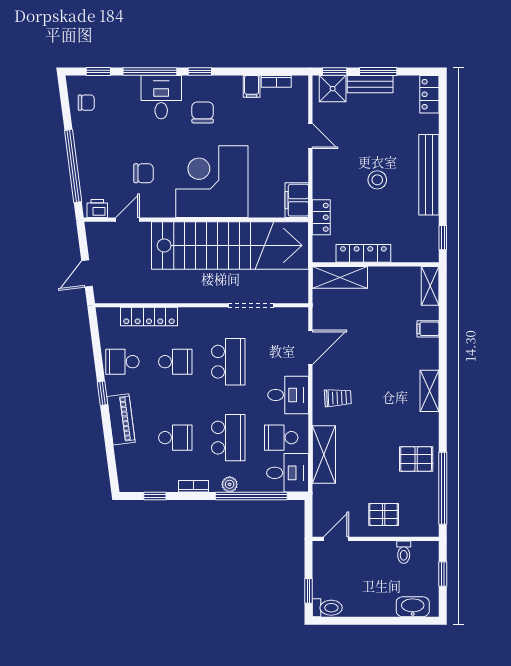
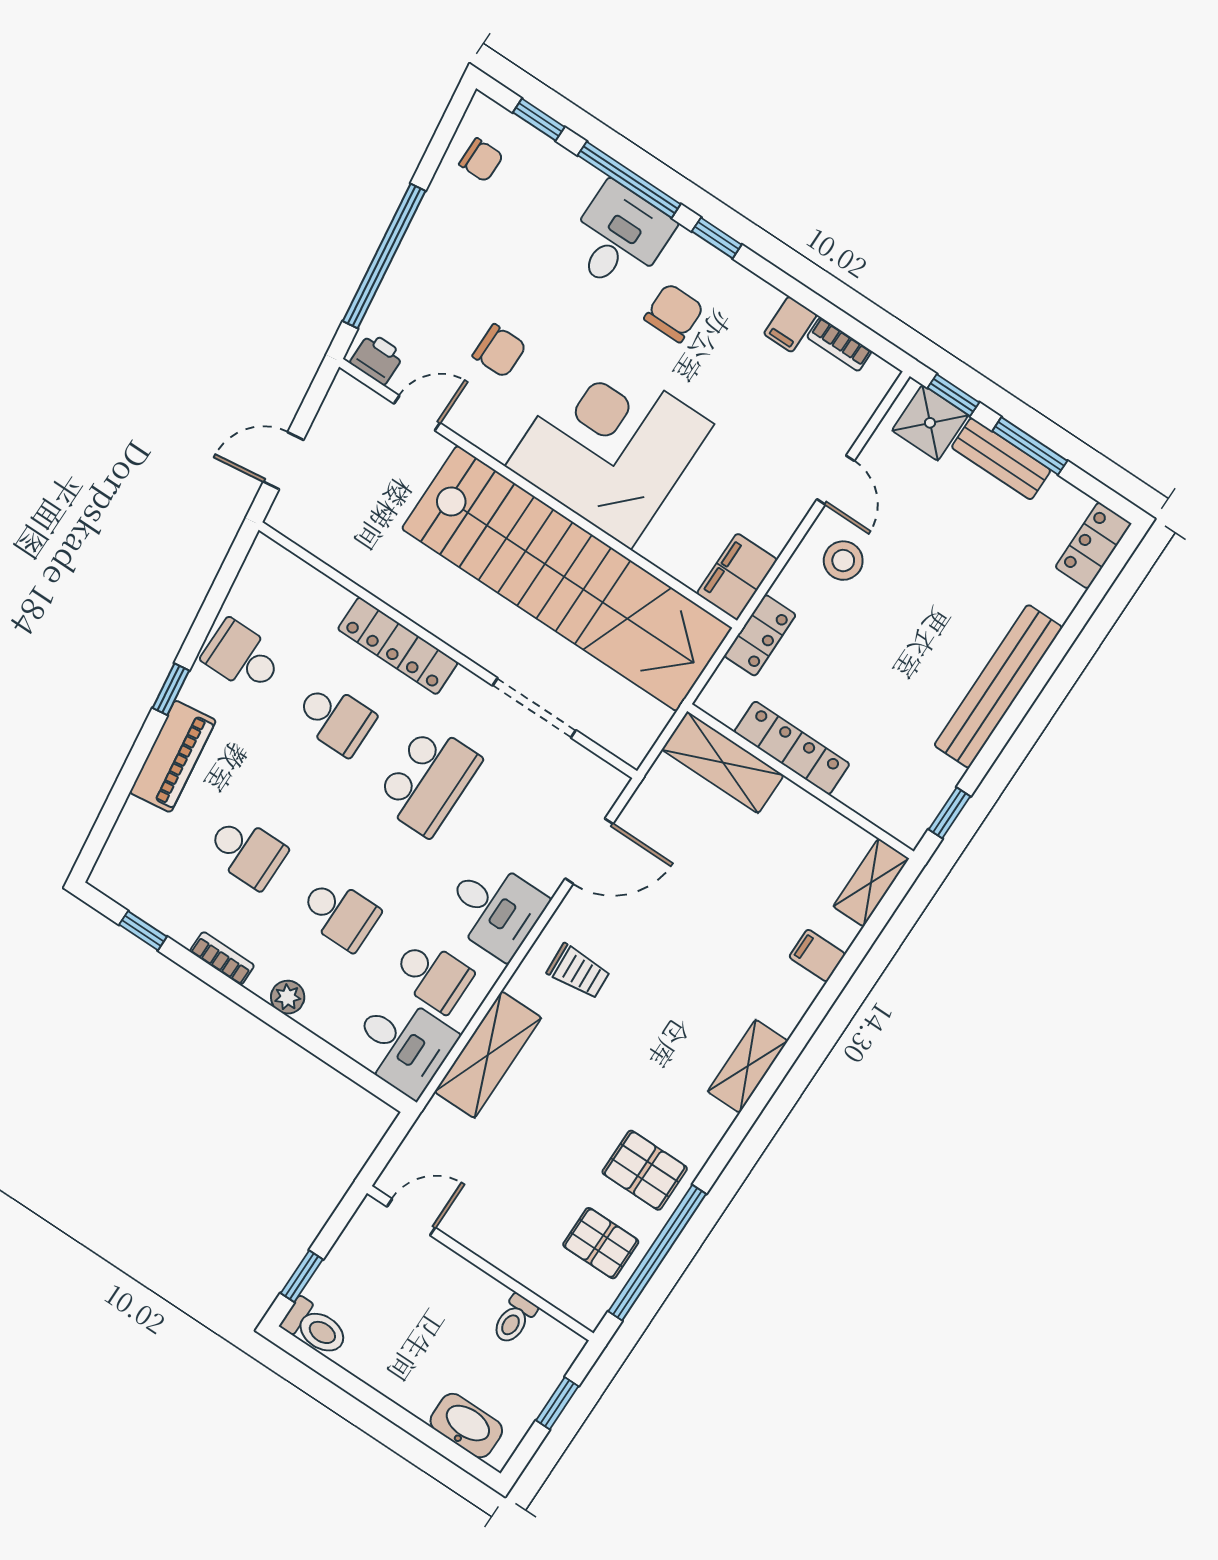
stool: (377, 180) -> (843, 561), moved
locker: (149, 317) -> (398, 646), moved
school desk: (228, 438) -> (340, 914), width x0.54
school desk: (281, 438) -> (433, 975), turned 180
window: (251, 496) -> (312, 1043), removed
pallet: (384, 514) -> (601, 1243), moved

